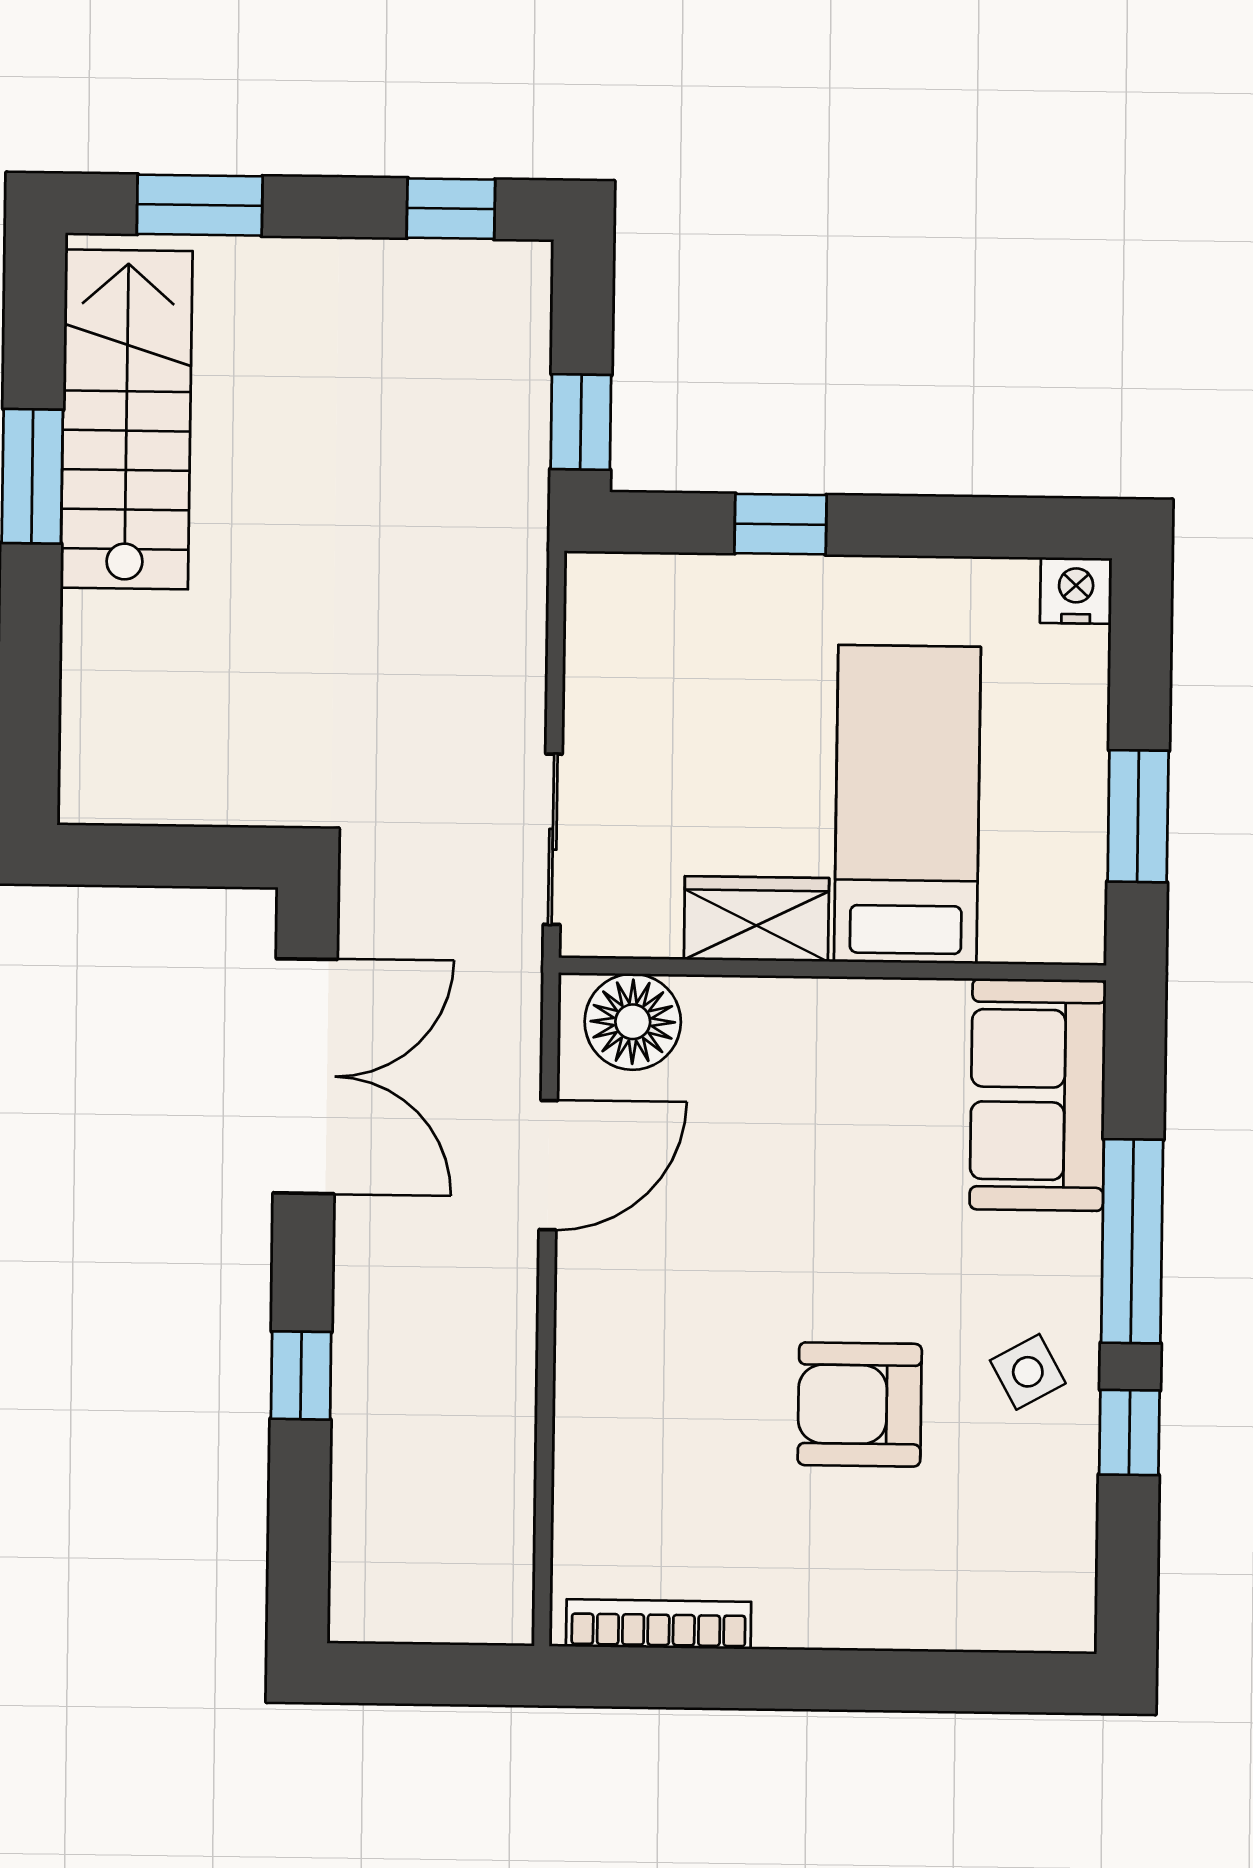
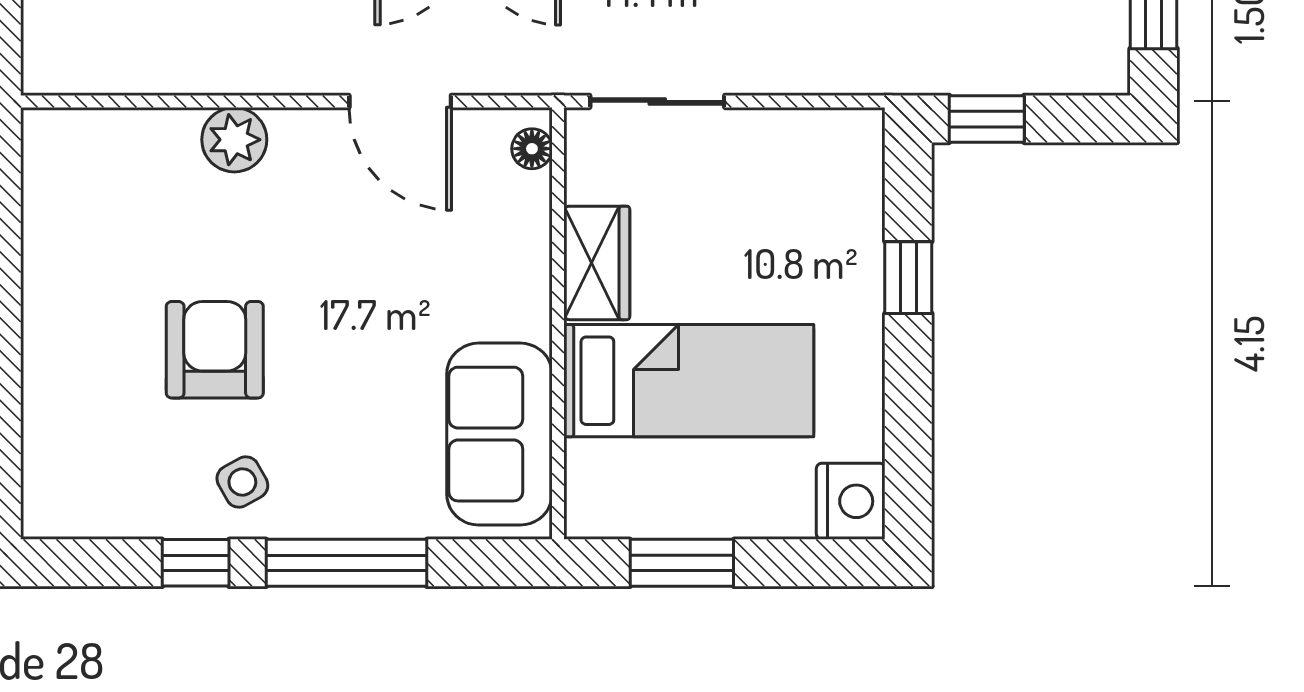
nightstand: (1076, 591) -> (851, 501), width x1.36, depth x1.33
floor lamp: (633, 1022) -> (532, 149), width x0.53, depth x0.53
sofa: (1038, 1095) -> (499, 434), moved, turned -90
plant: (594, 1376) -> (234, 140), added
bookcase: (659, 1624) -> (39, 193), removed

